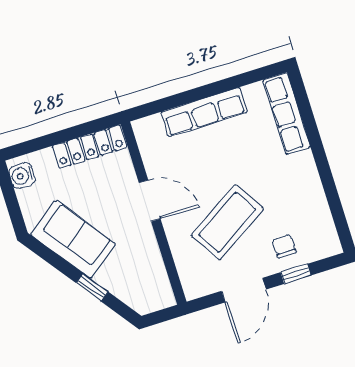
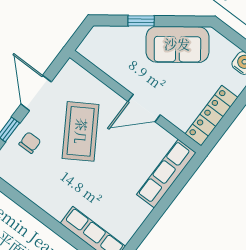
row of seats: (204, 112) -> (166, 174), moved
chair: (284, 246) -> (30, 143), turned -90

